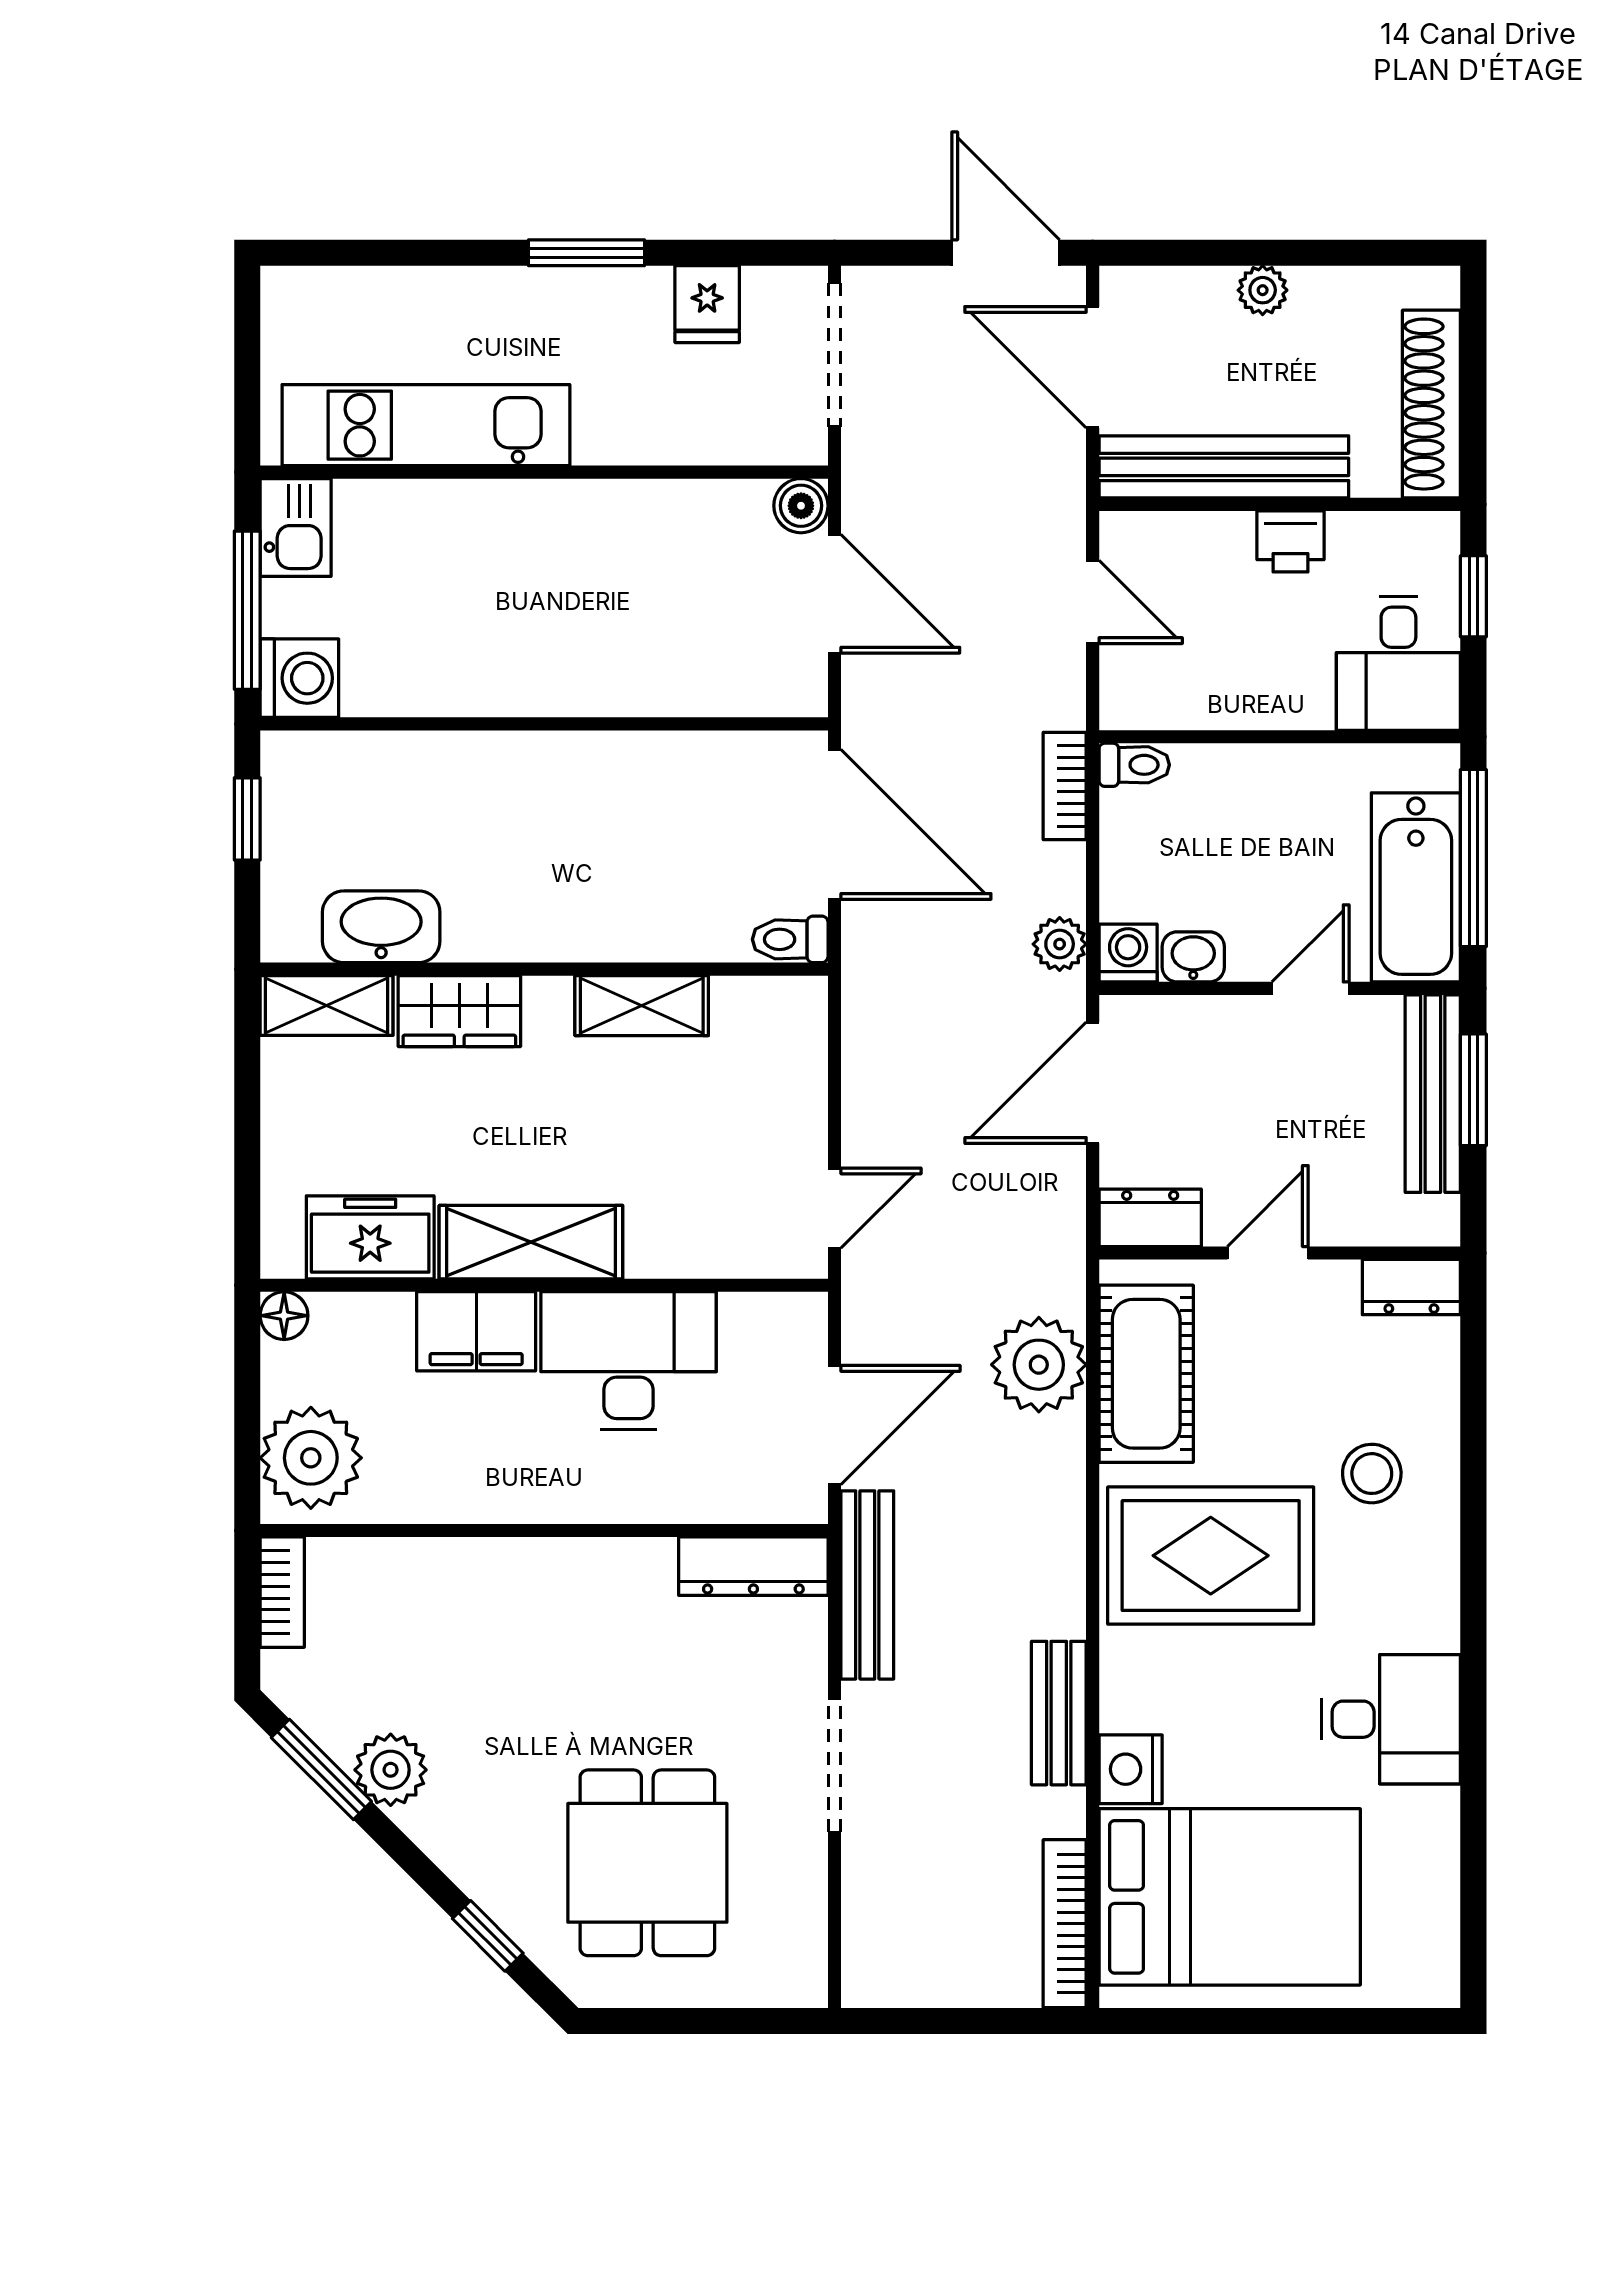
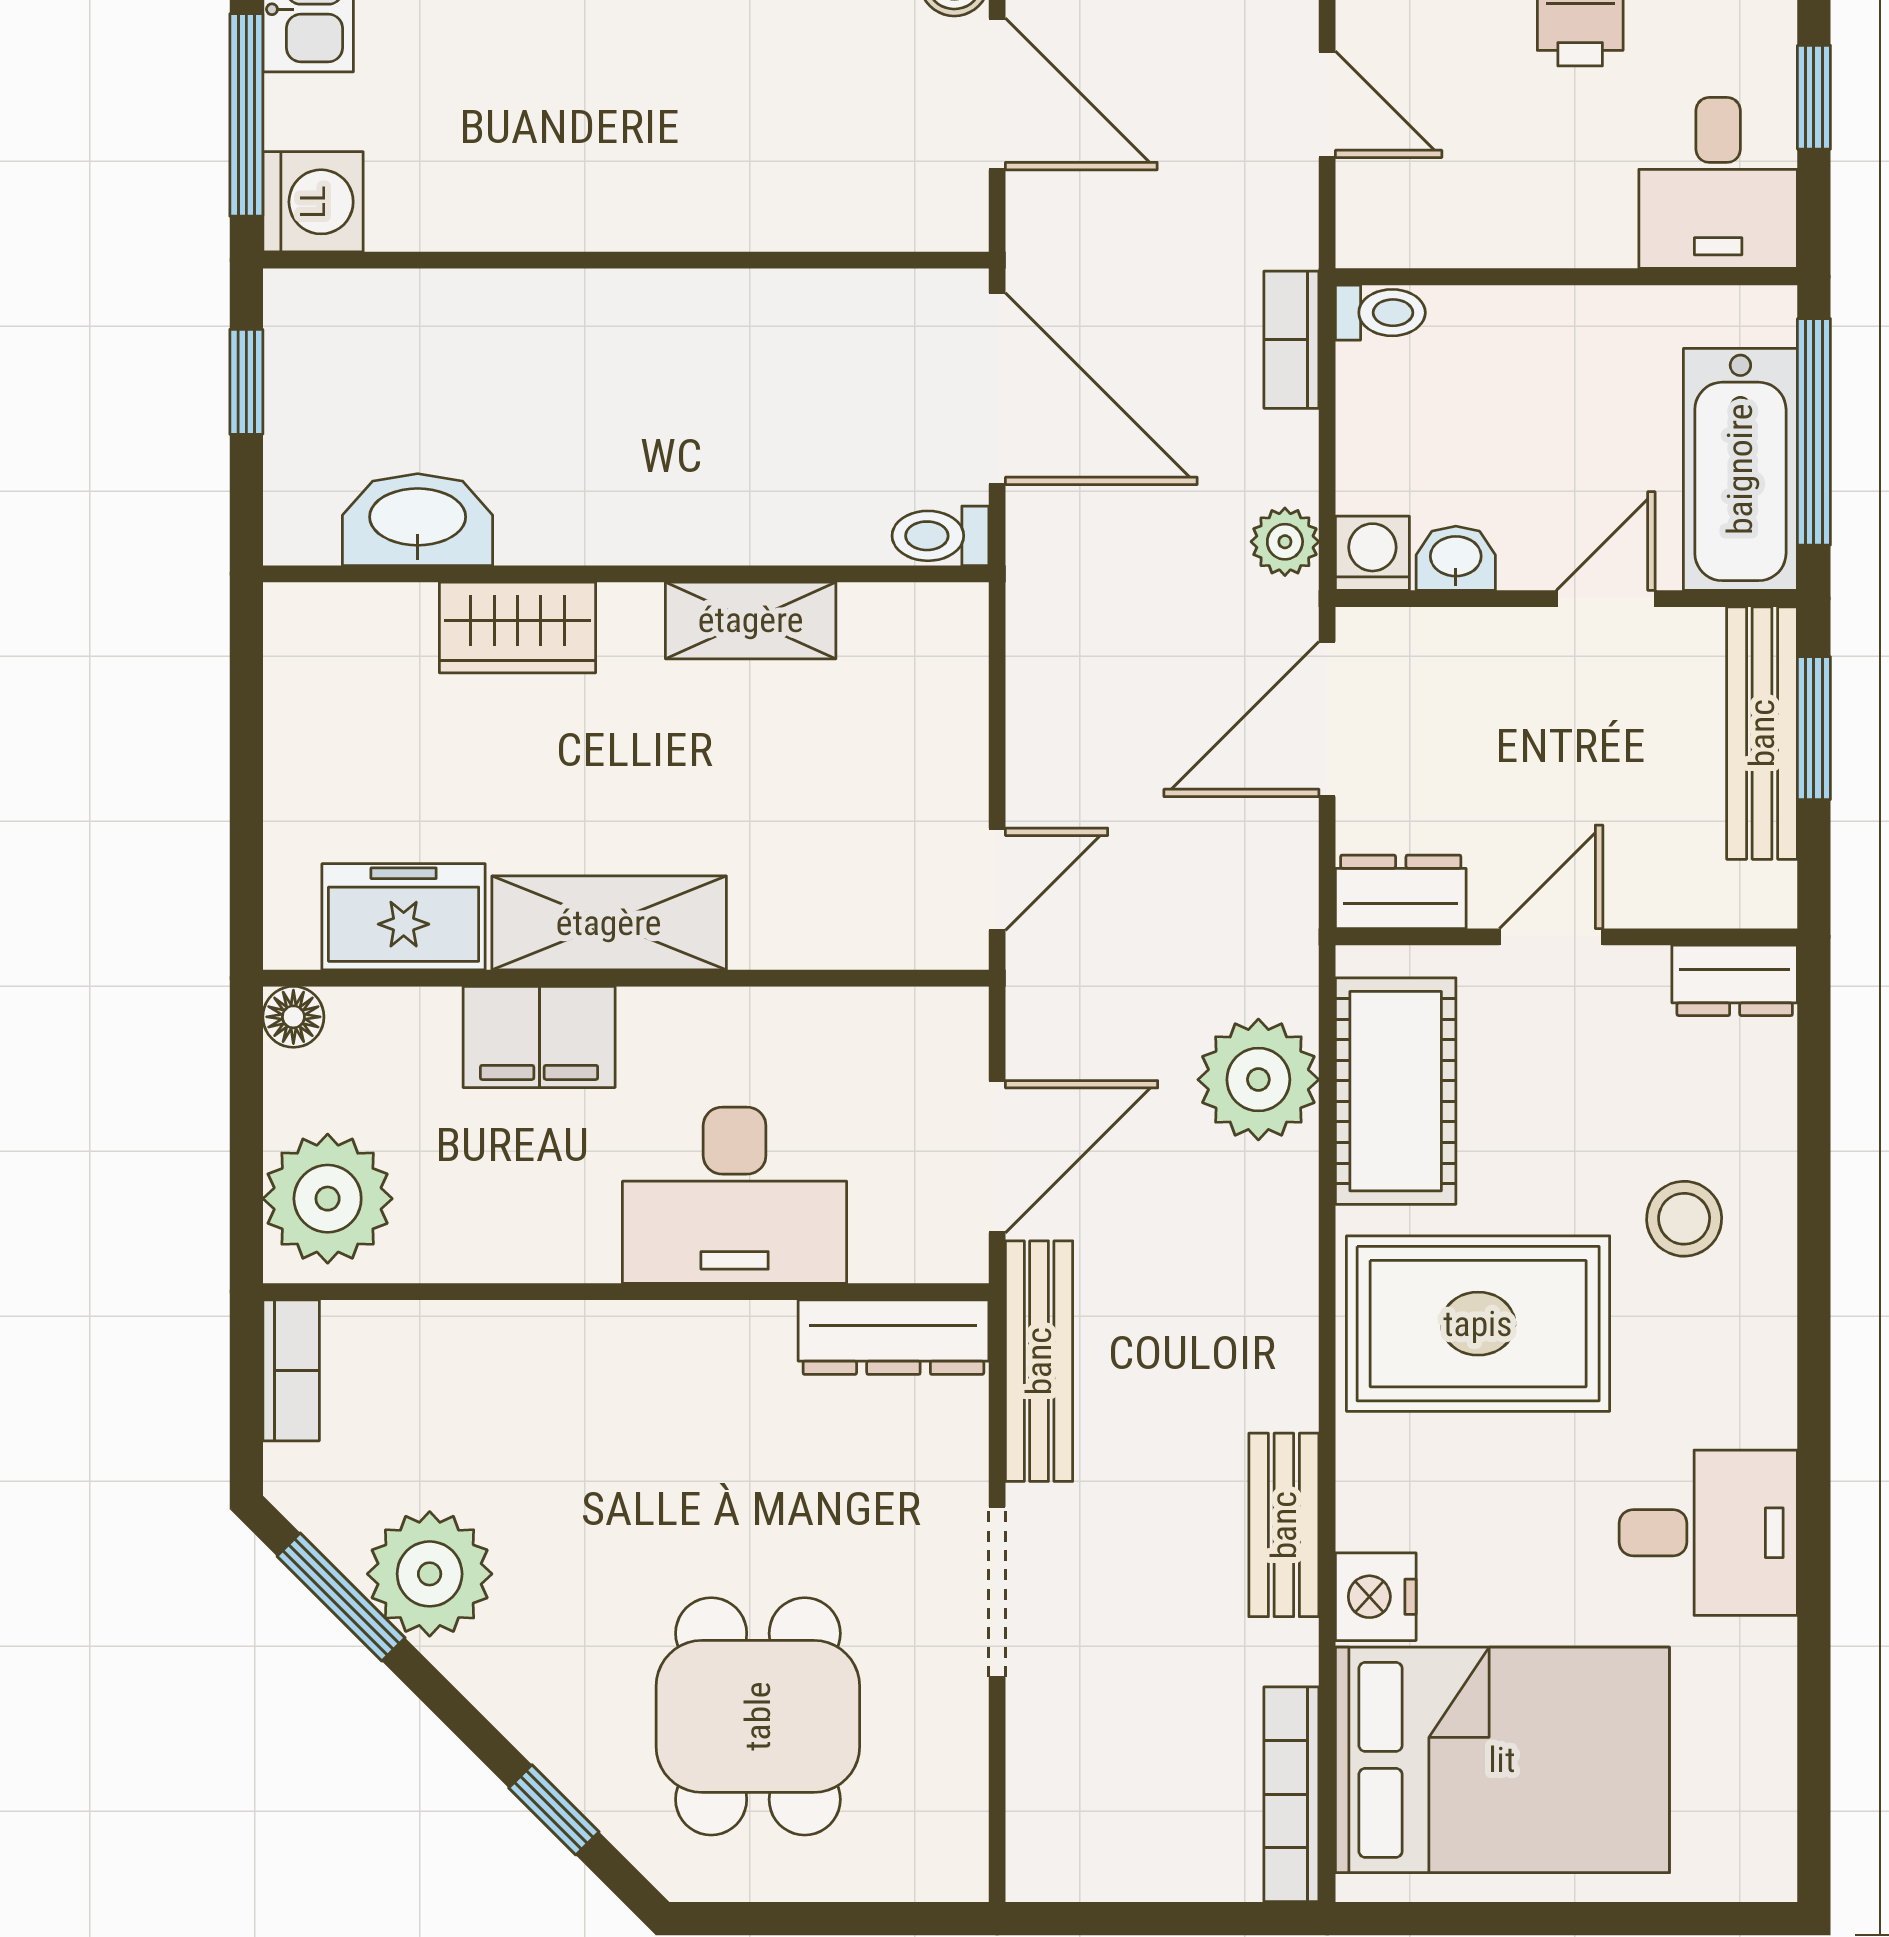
shelving: (327, 1005) -> (348, 620), removed
desk: (628, 1361) -> (735, 1195), moved, turned 180
plant: (391, 1770) -> (430, 1574), width x1.36, depth x1.36

